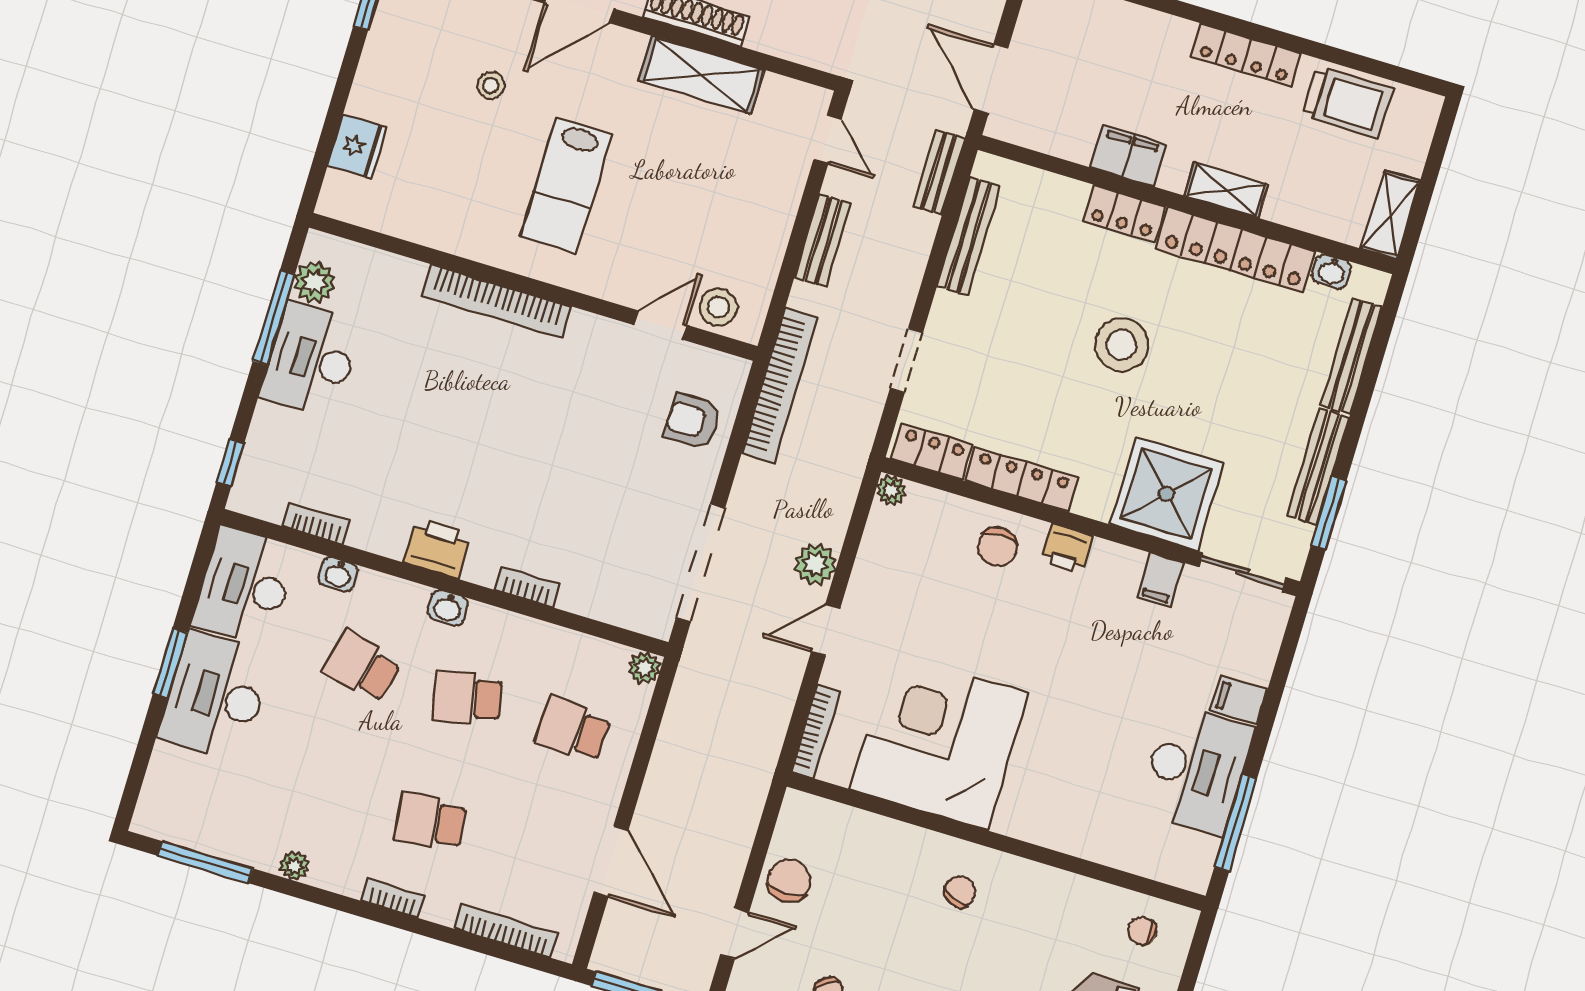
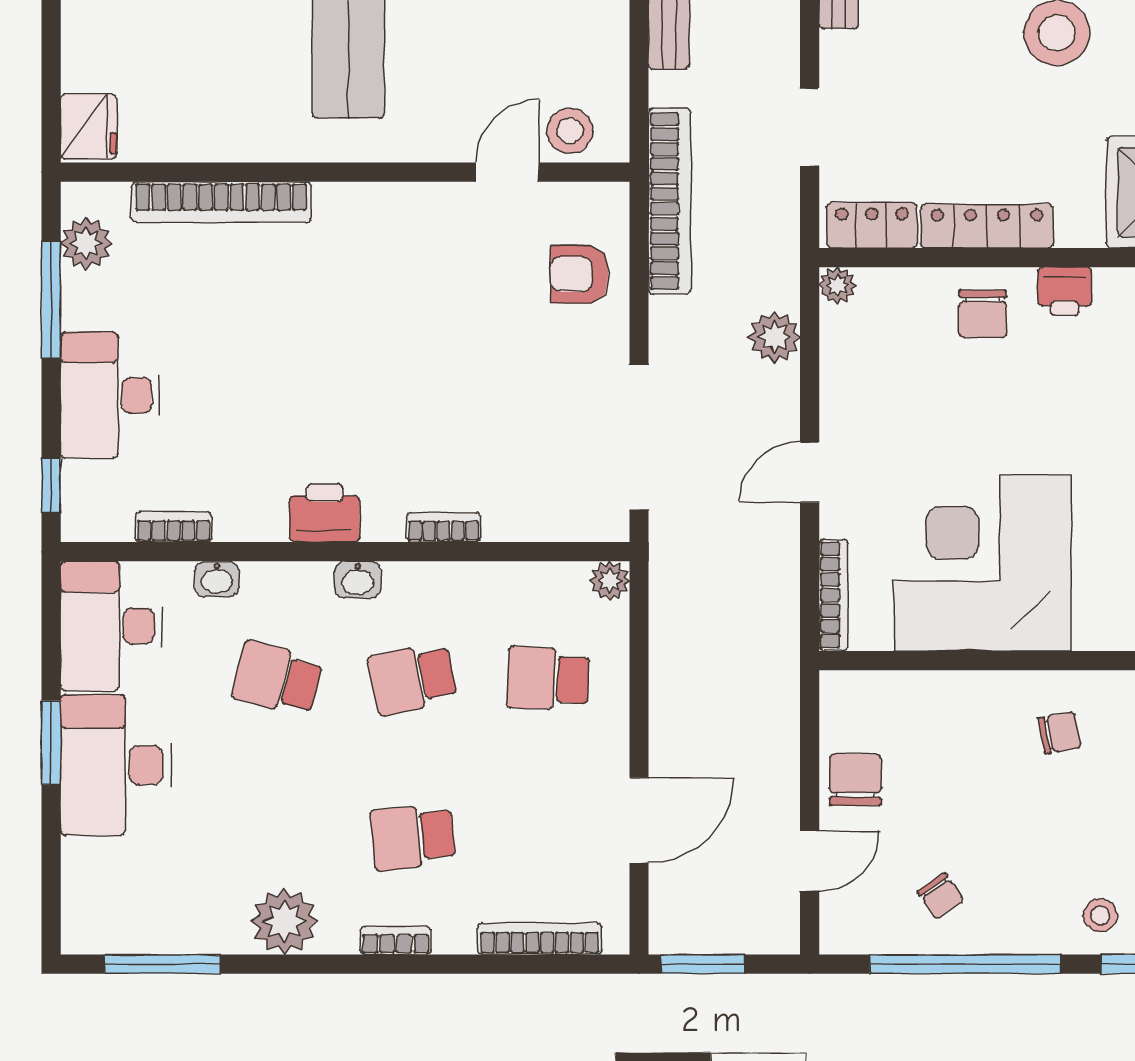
fridge: (357, 146) -> (89, 126), moved
bookcase: (496, 301) -> (221, 202), moved
desk: (311, 360) -> (110, 395), moved
plant: (815, 564) -> (774, 337), moved
door: (611, 862) -> (639, 820), hinge flipped
plant: (295, 866) -> (284, 921), width x1.87, depth x1.87
chair: (960, 892) -> (1060, 733), turned 56

